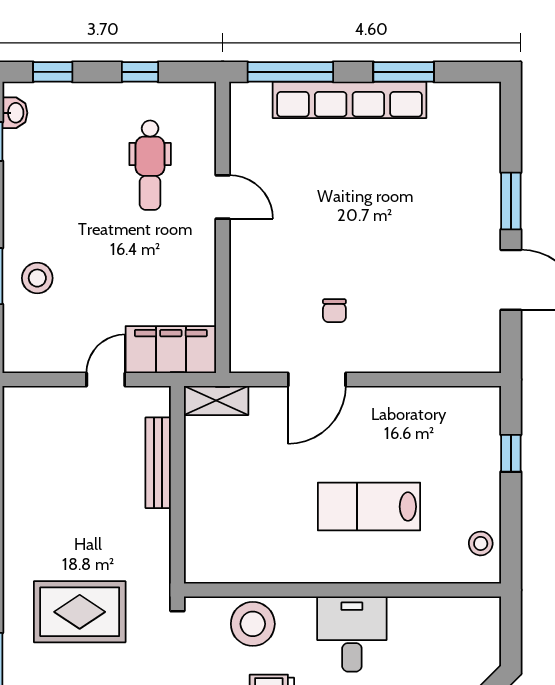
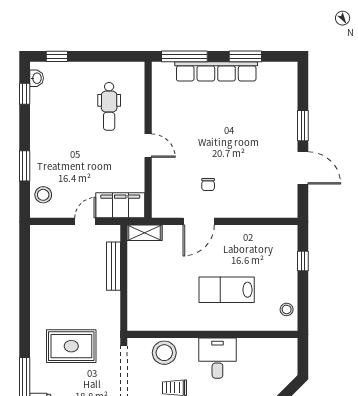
window: (140, 72) -> (104, 56), removed
door: (223, 197) -> (148, 146), moved
stool: (37, 278) -> (43, 195), moved

